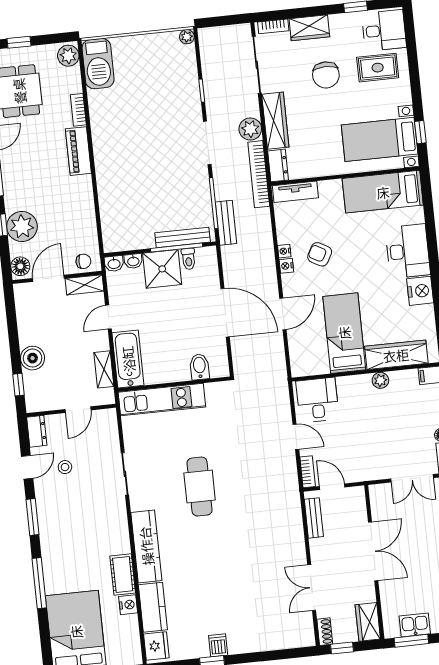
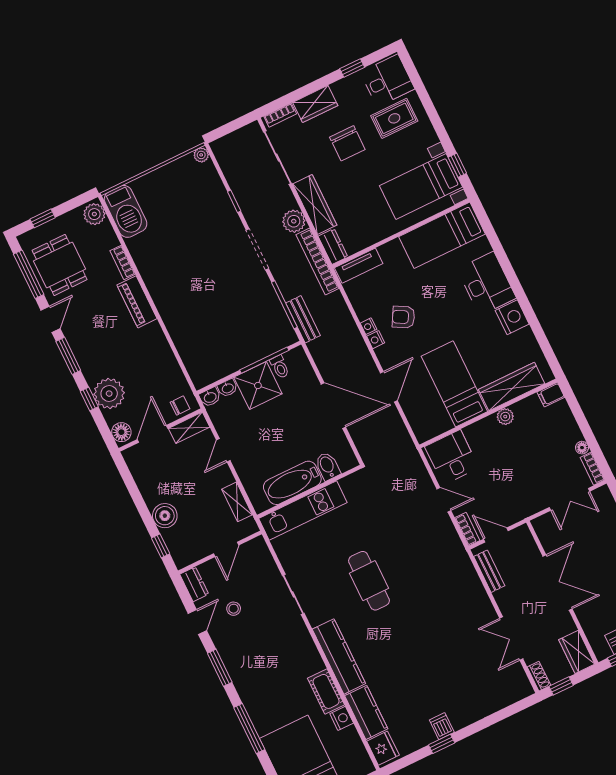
bench: (183, 237) -> (267, 348), removed
bathtub: (128, 359) -> (292, 483), moved, turned -90

